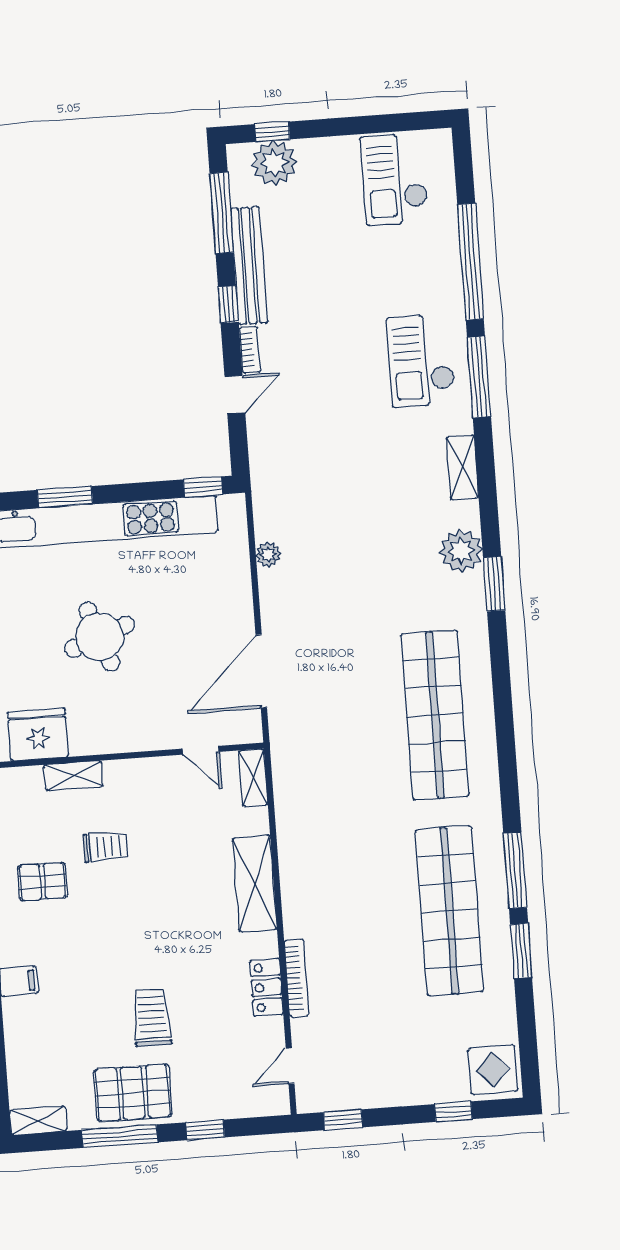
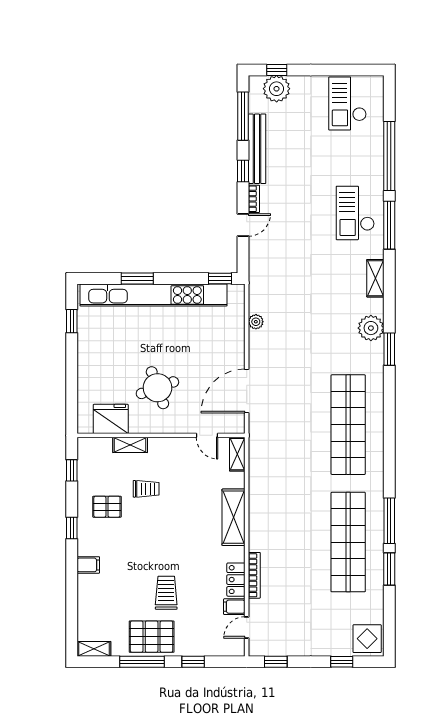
round table: (99, 637) -> (157, 388), moved
filing cabinet: (267, 1033) -> (234, 607), added

